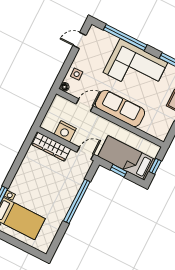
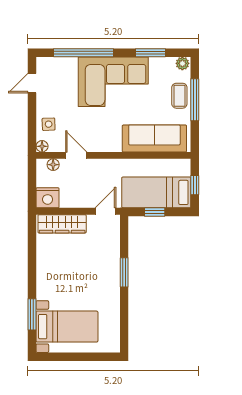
floor lamp: (66, 103) -> (53, 165), added
door: (85, 105) -> (76, 155), hinge flipped
sofa: (120, 108) -> (154, 138), moved
nightstand: (65, 131) -> (48, 198), moved
window: (77, 201) -> (124, 272), width x0.47

